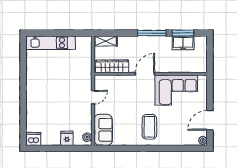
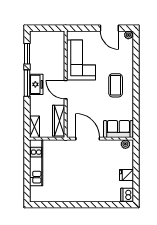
kitchen unit: (51, 43) -> (36, 163), moved
freezer: (183, 43) -> (36, 84), moved
door: (93, 97) -> (88, 139), width x1.88
coffee table: (149, 127) -> (116, 85), turned 90
fridge: (67, 138) -> (126, 175), moved

